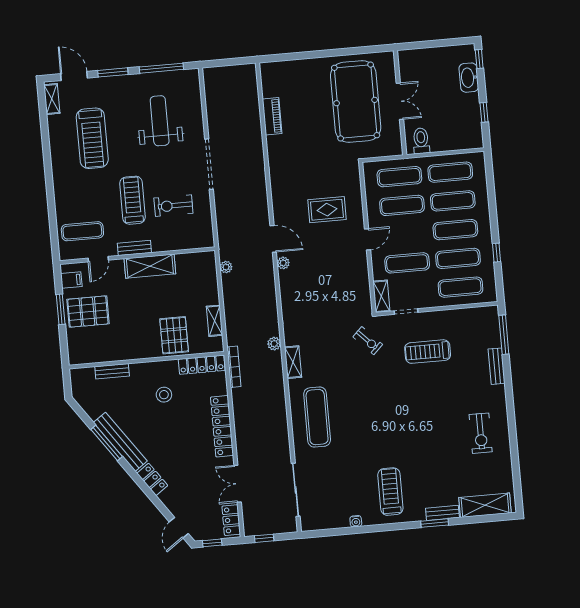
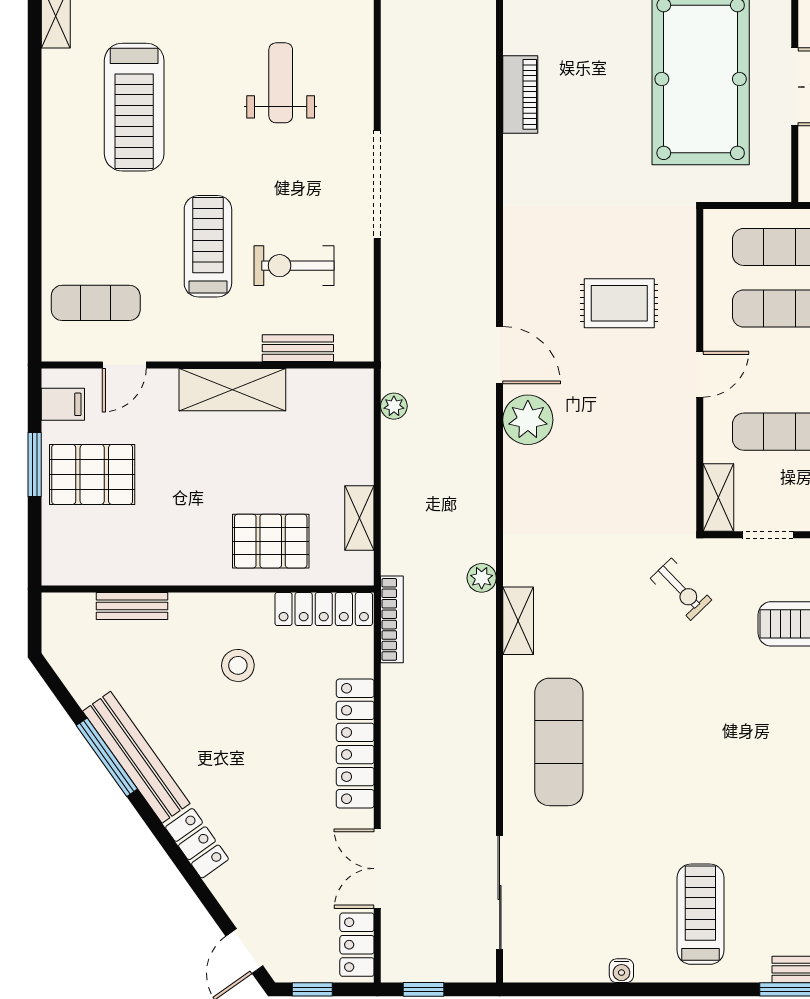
weight bench: (160, 121) -> (281, 83), width x0.73, depth x0.75
bench: (134, 248) -> (298, 348), moved
plant: (283, 263) -> (528, 420), width x1.88, depth x1.88
pallet: (174, 335) -> (271, 541), turned 90

